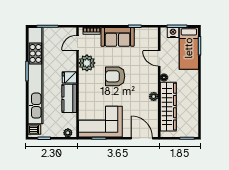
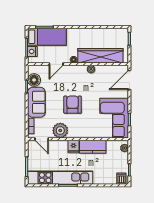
floor lamp: (142, 34) -> (34, 80), added
kitchen unit: (36, 76) -> (60, 178), width x0.73
armchair: (115, 76) -> (73, 105), turned 180

